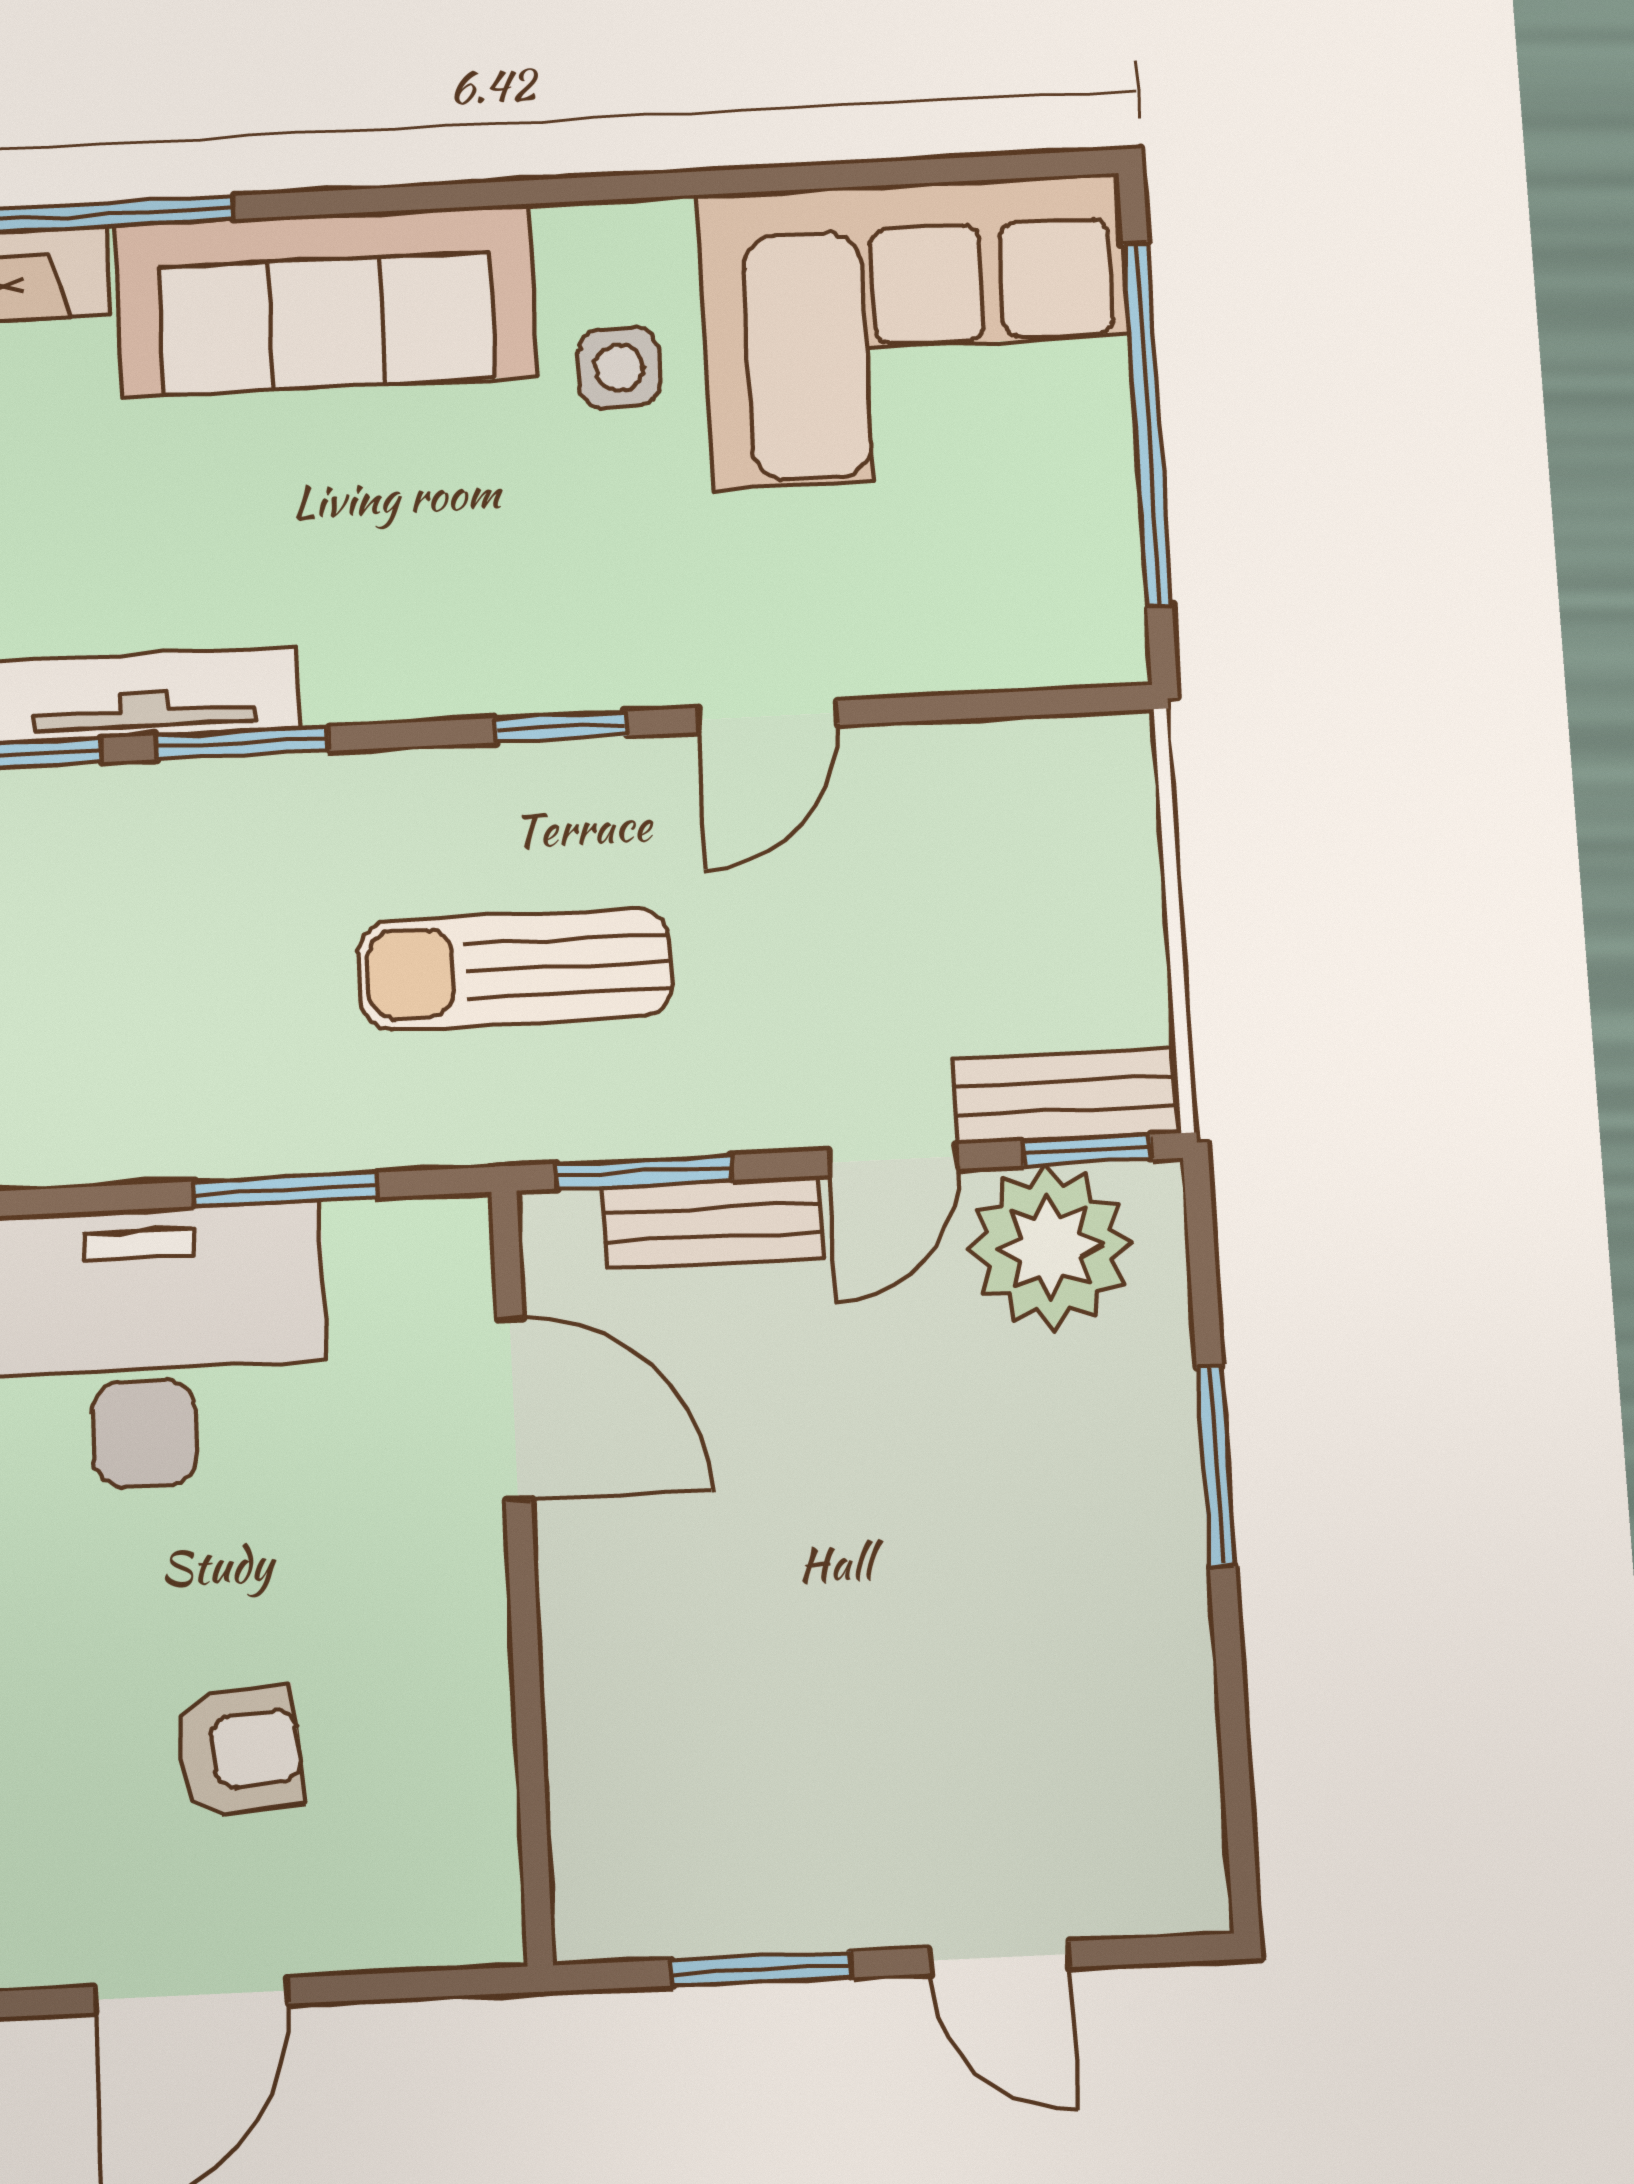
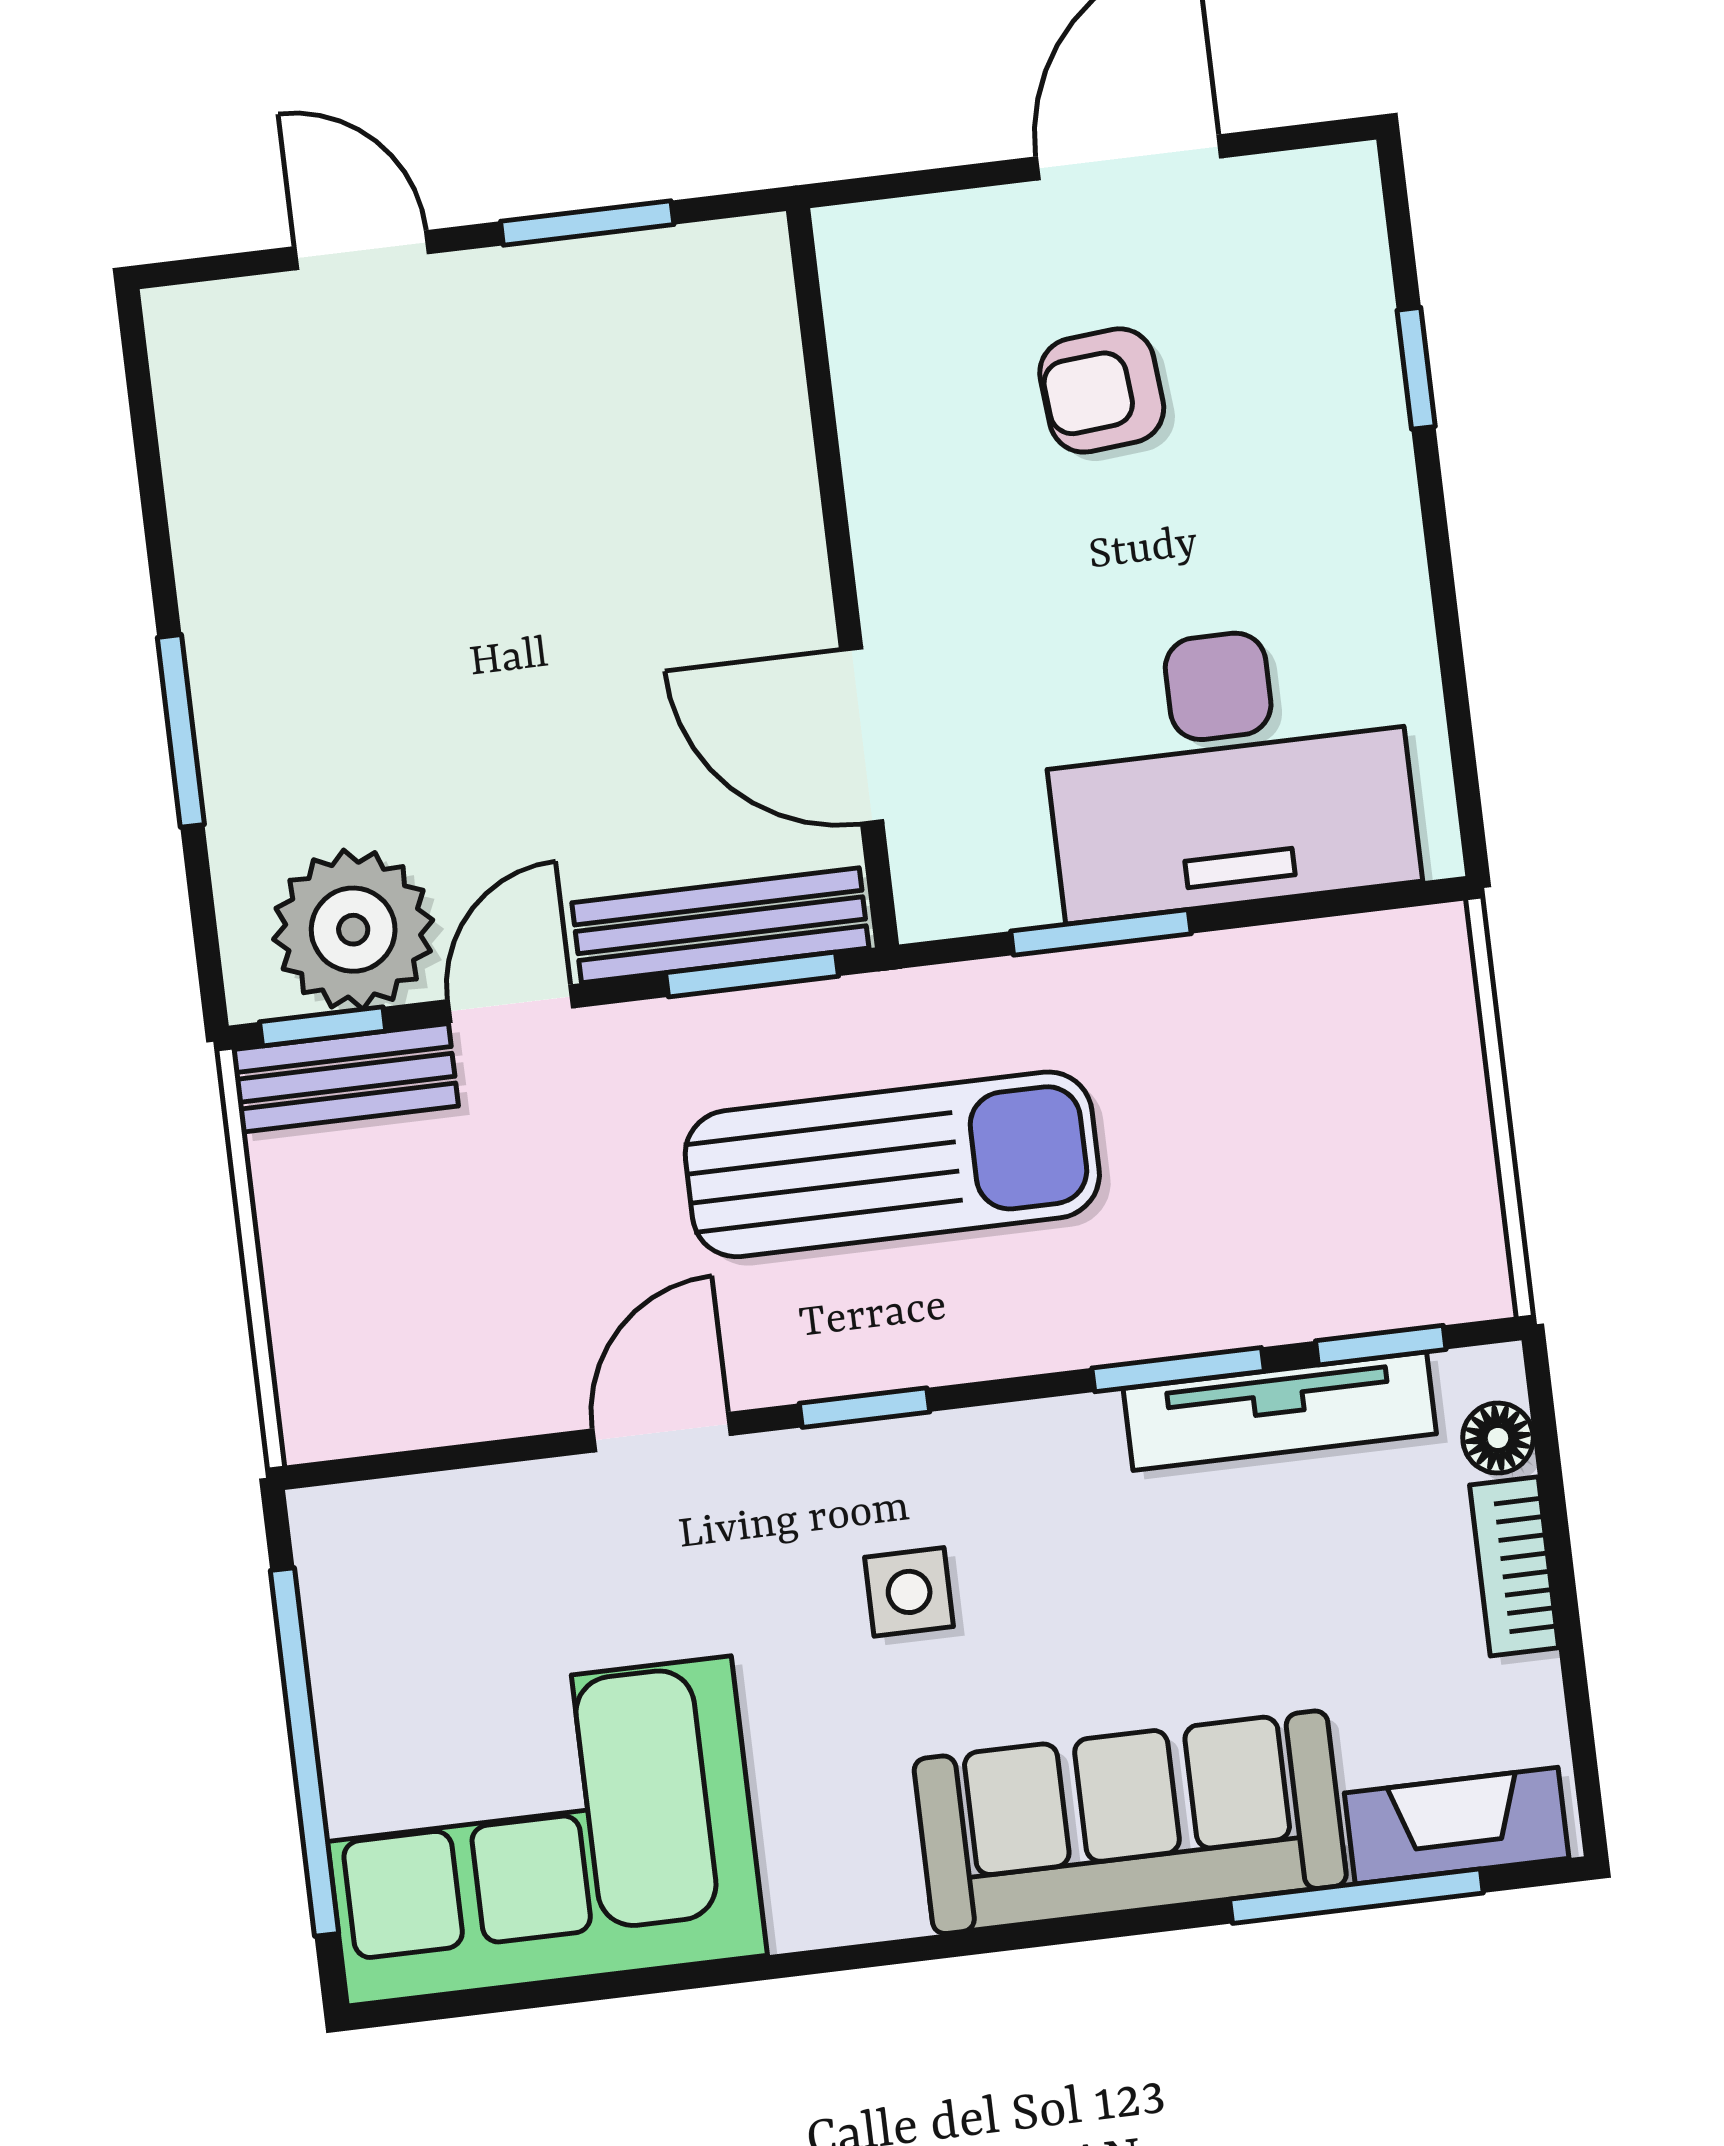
side table: (619, 368) -> (909, 1592), moved
sun lounger: (515, 969) -> (892, 1164), width x1.36, depth x1.34
bench: (712, 1223) -> (720, 925), width x1.36

